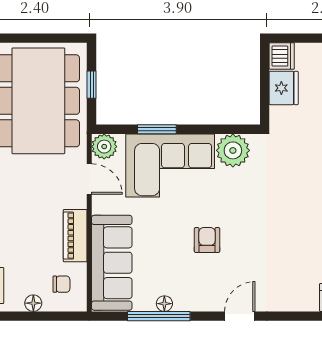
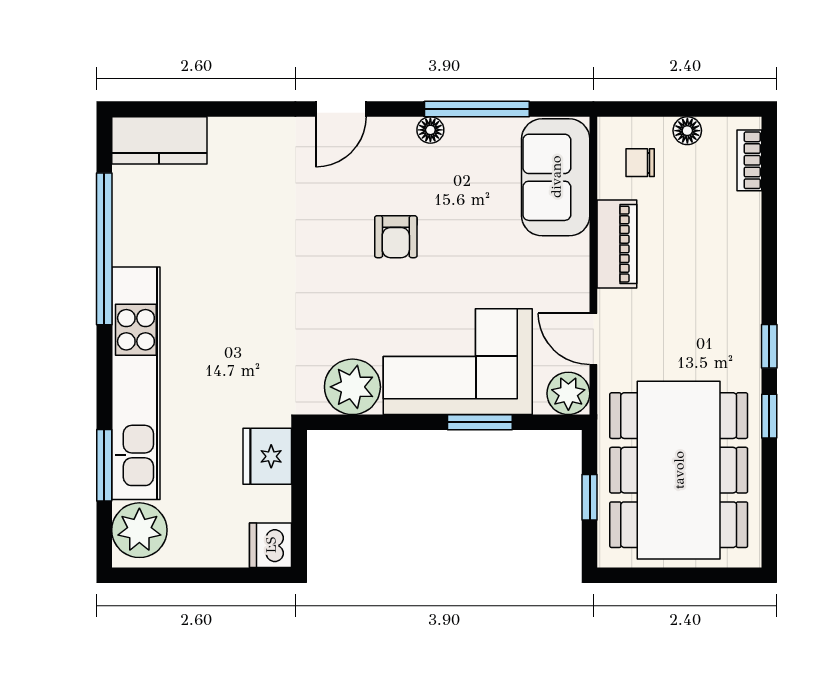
fridge: (284, 88) -> (267, 456), moved
sofa: (112, 263) -> (556, 177), width x0.73
floor lamp: (164, 304) -> (430, 130), moved

